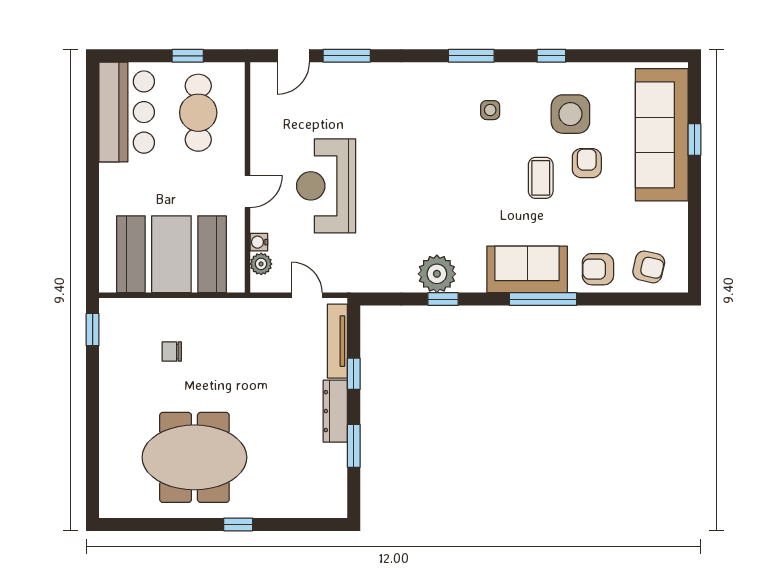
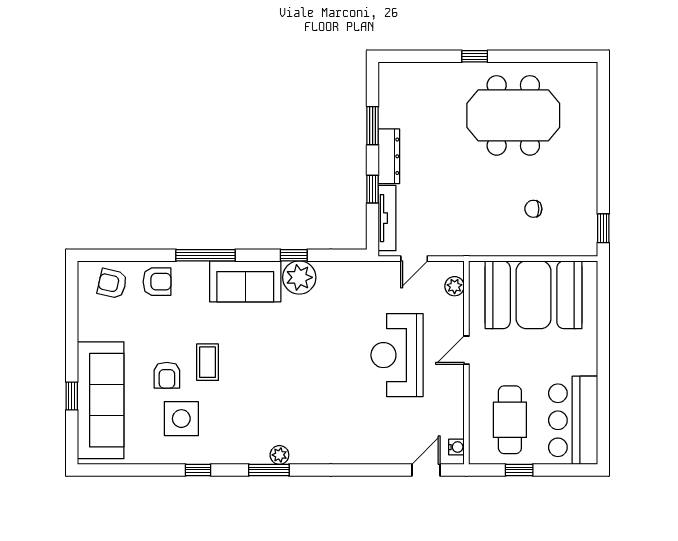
window: (347, 56) -> (379, 470), removed
plant: (459, 73) -> (279, 455), added
side table: (490, 110) -> (252, 422), removed
reception desk: (326, 186) -> (397, 355), turned 180
water cooler: (259, 242) -> (456, 447), moved
sofa: (527, 269) -> (245, 281), moved
door: (307, 295) -> (414, 259), hinge flipped
chair: (172, 352) -> (533, 209), turned 180

